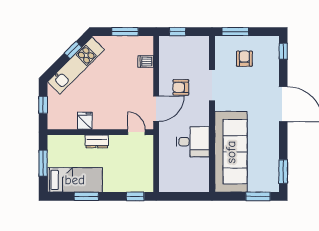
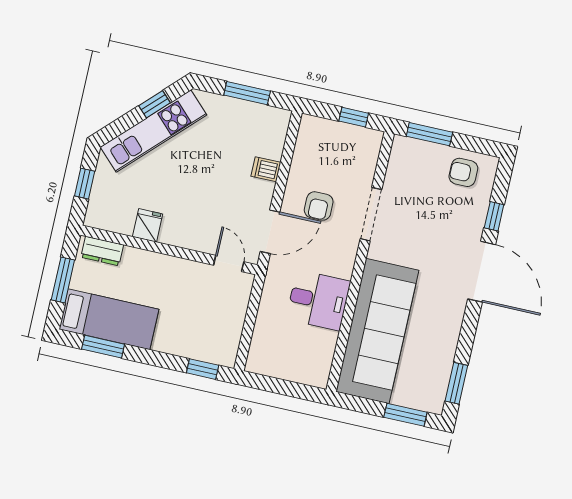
window: (178, 32) -> (354, 117), moved
window: (283, 51) -> (494, 216), moved
armchair: (244, 59) -> (463, 172), moved, turned -90
dishwasher: (146, 61) -> (266, 169), moved
armchair: (181, 87) -> (319, 206), turned -90
dresser: (97, 141) -> (102, 251), moved
window: (86, 196) -> (103, 347), moved

